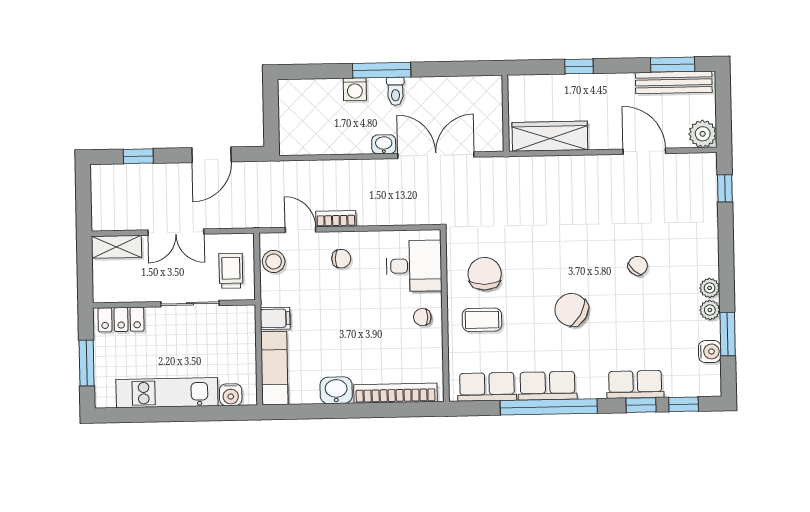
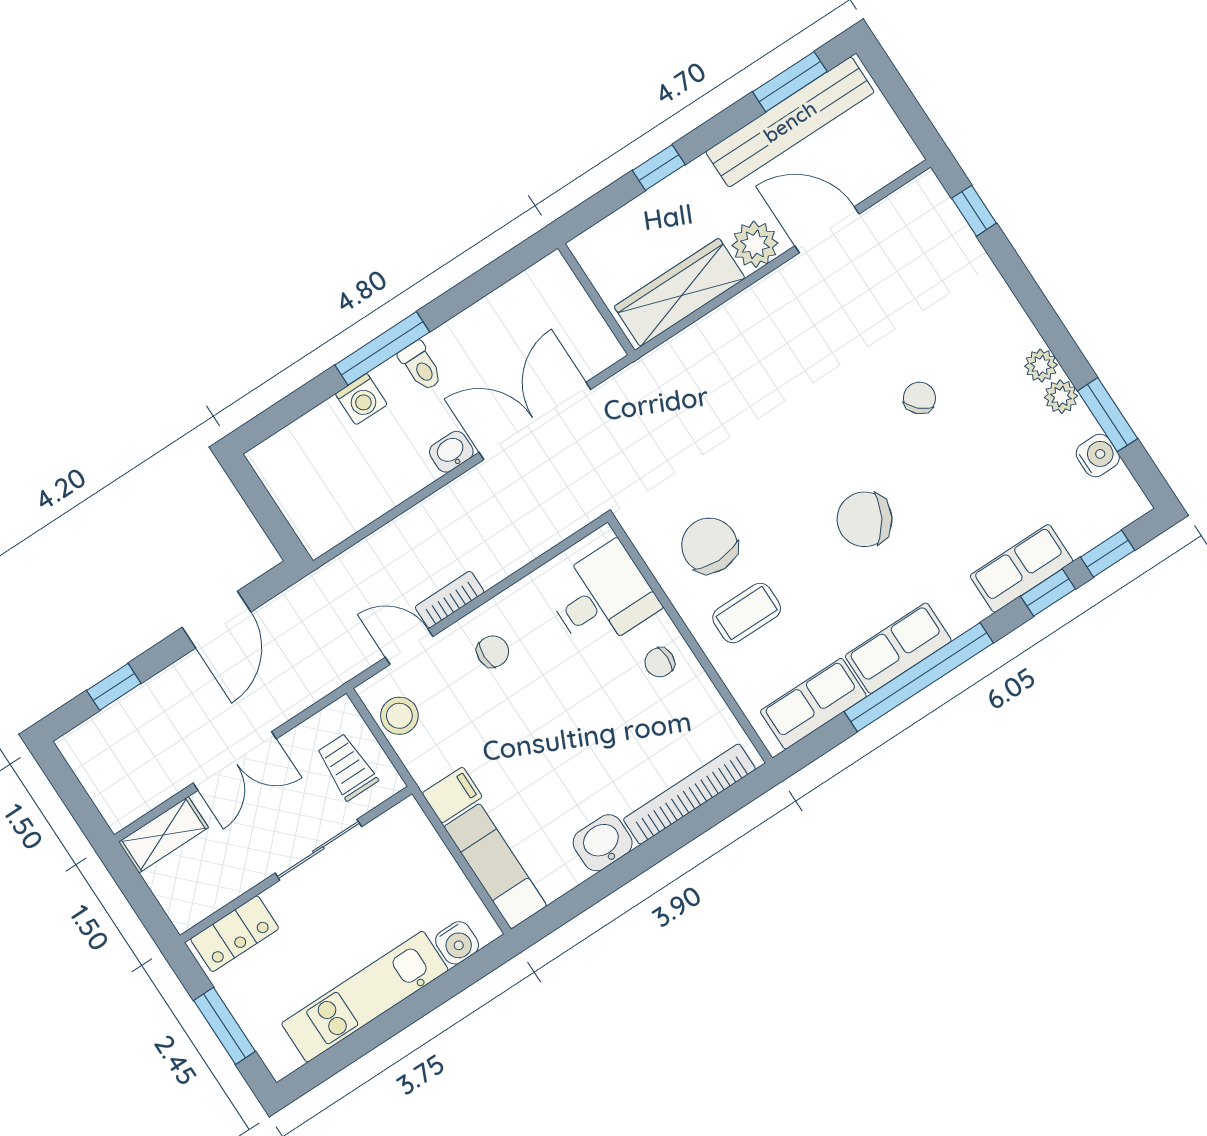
bench: (674, 82) -> (790, 122), width x1.37, depth x1.21
plant: (703, 134) -> (755, 244), moved

